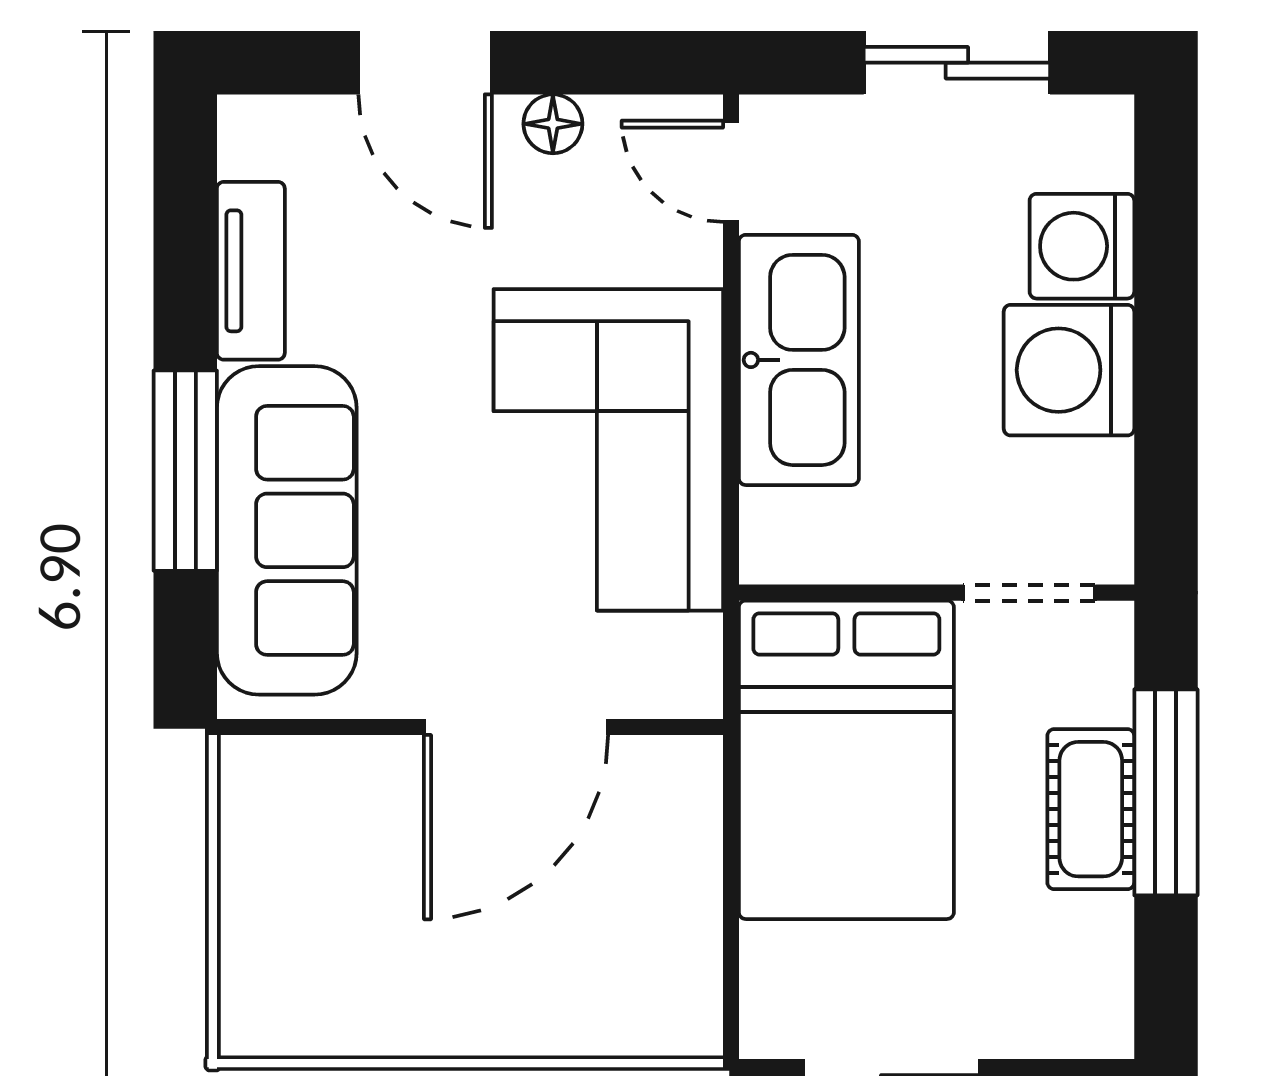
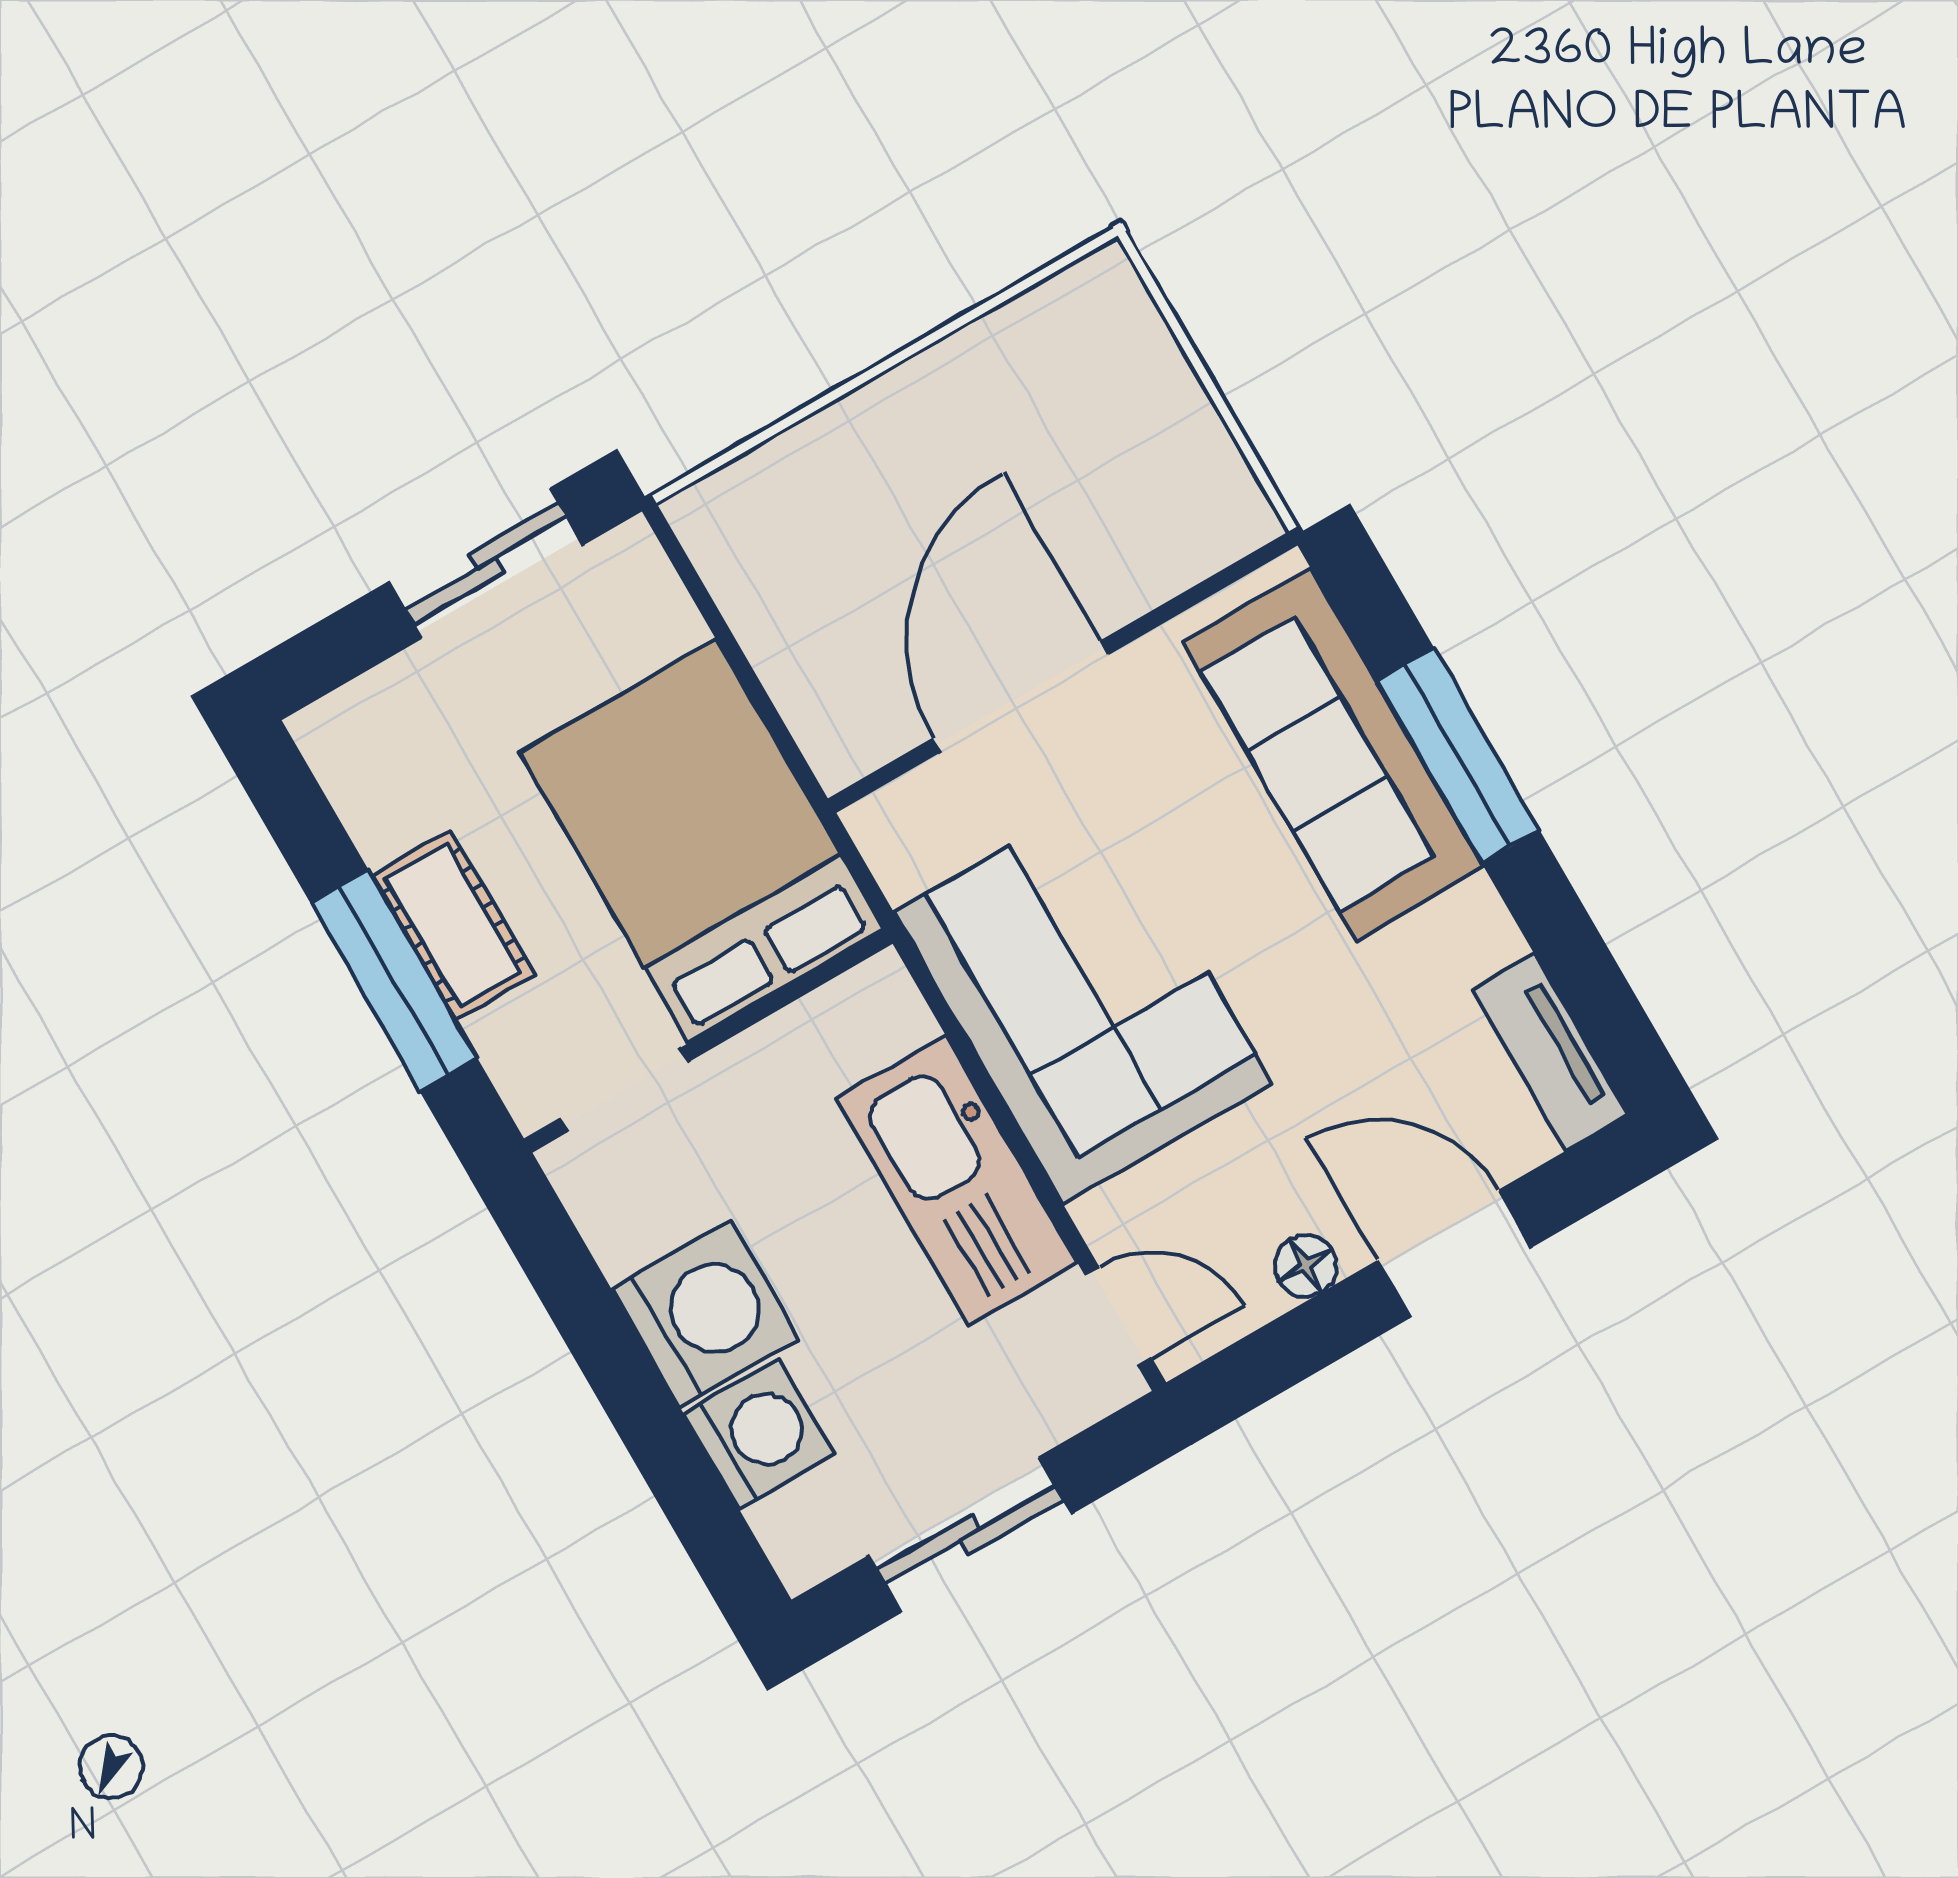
tv unit: (251, 271) -> (1550, 1052), moved

